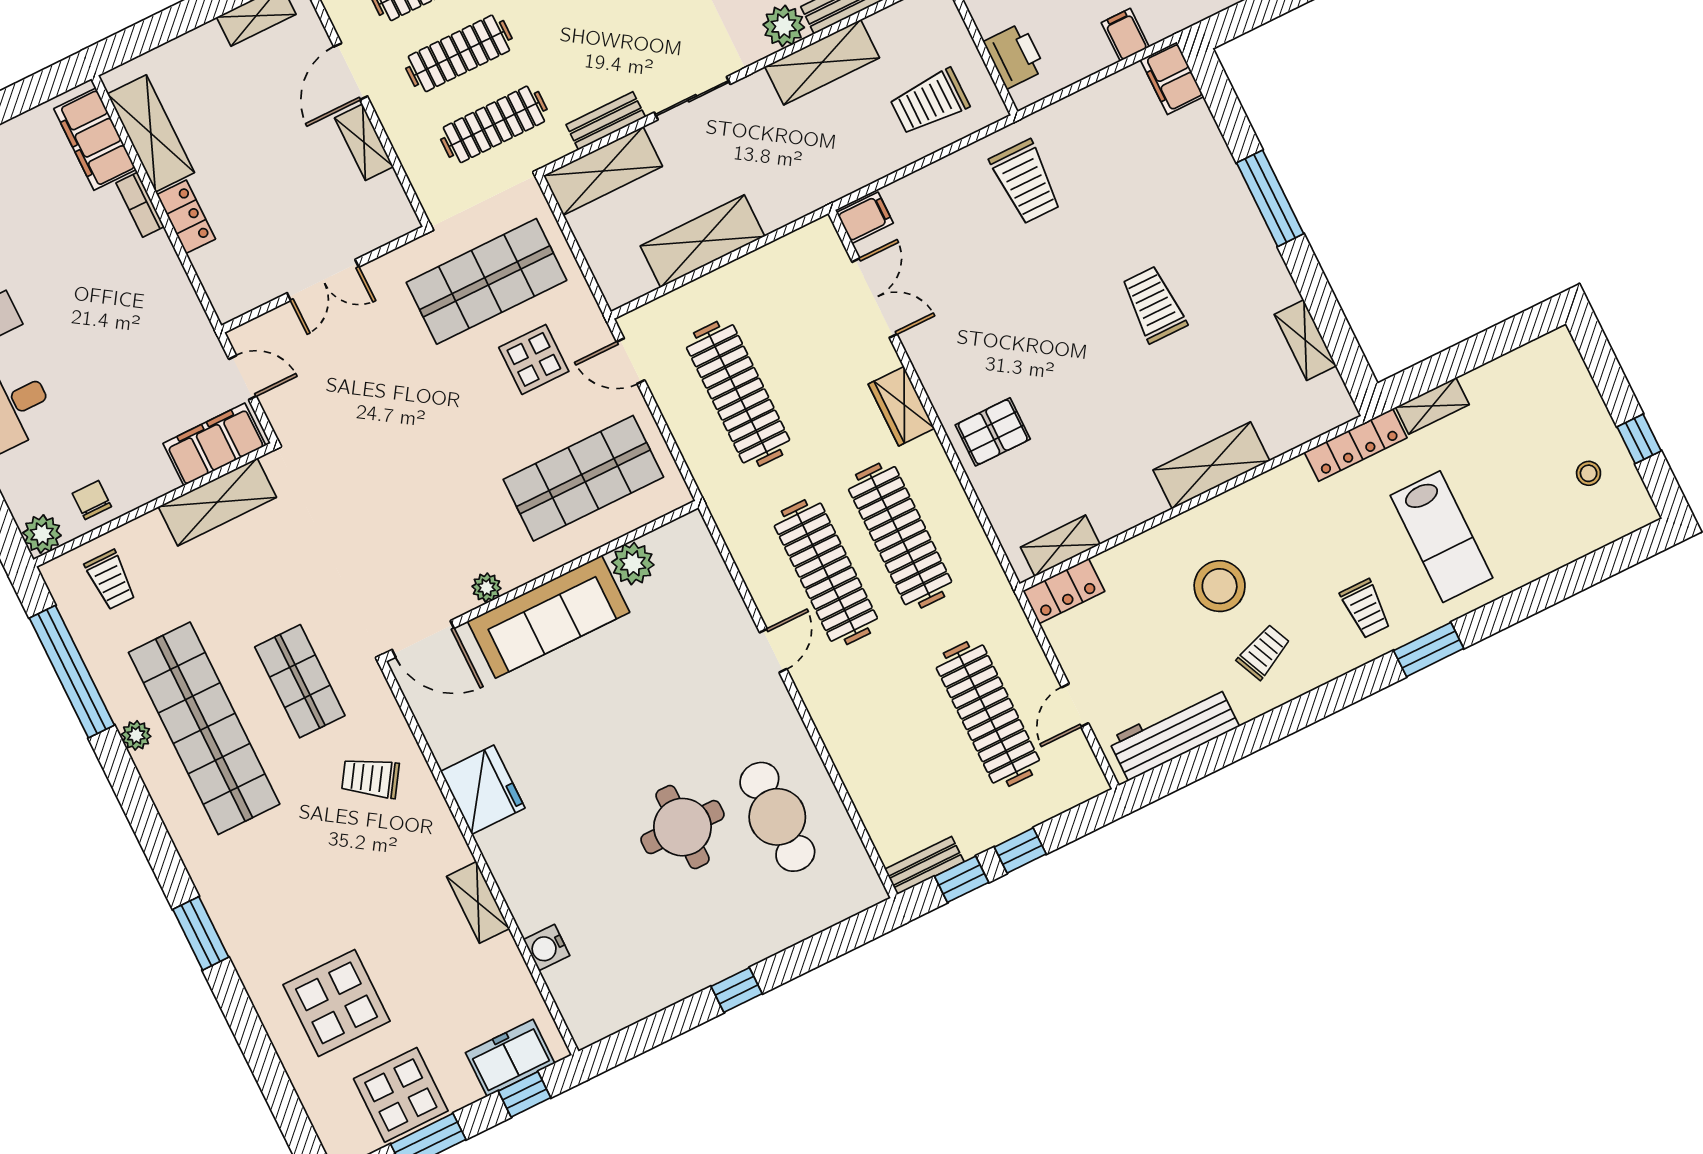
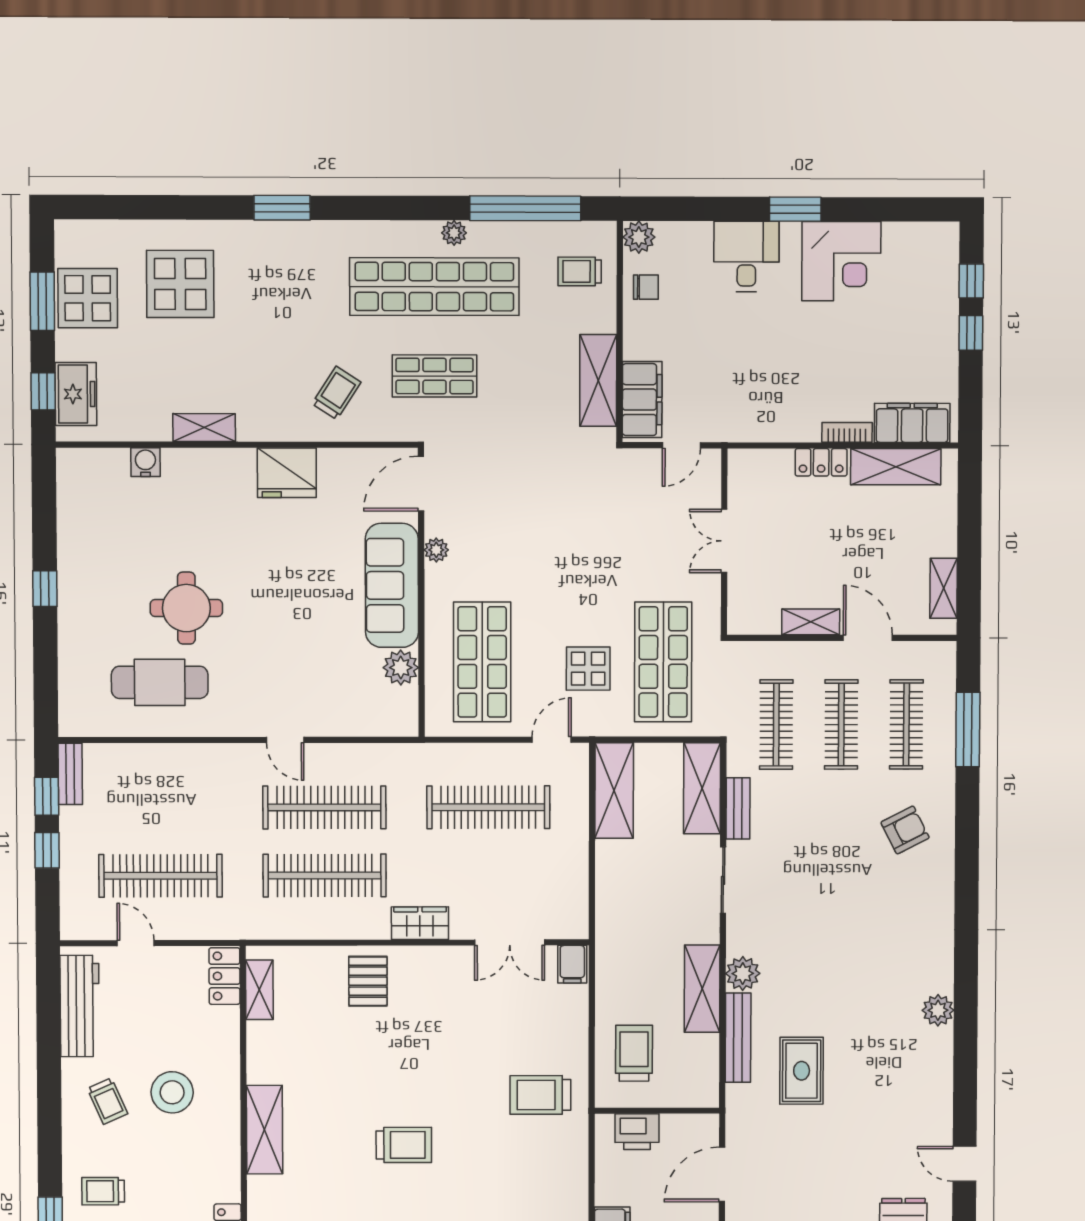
shelving: (702, 241) -> (614, 791), moved

